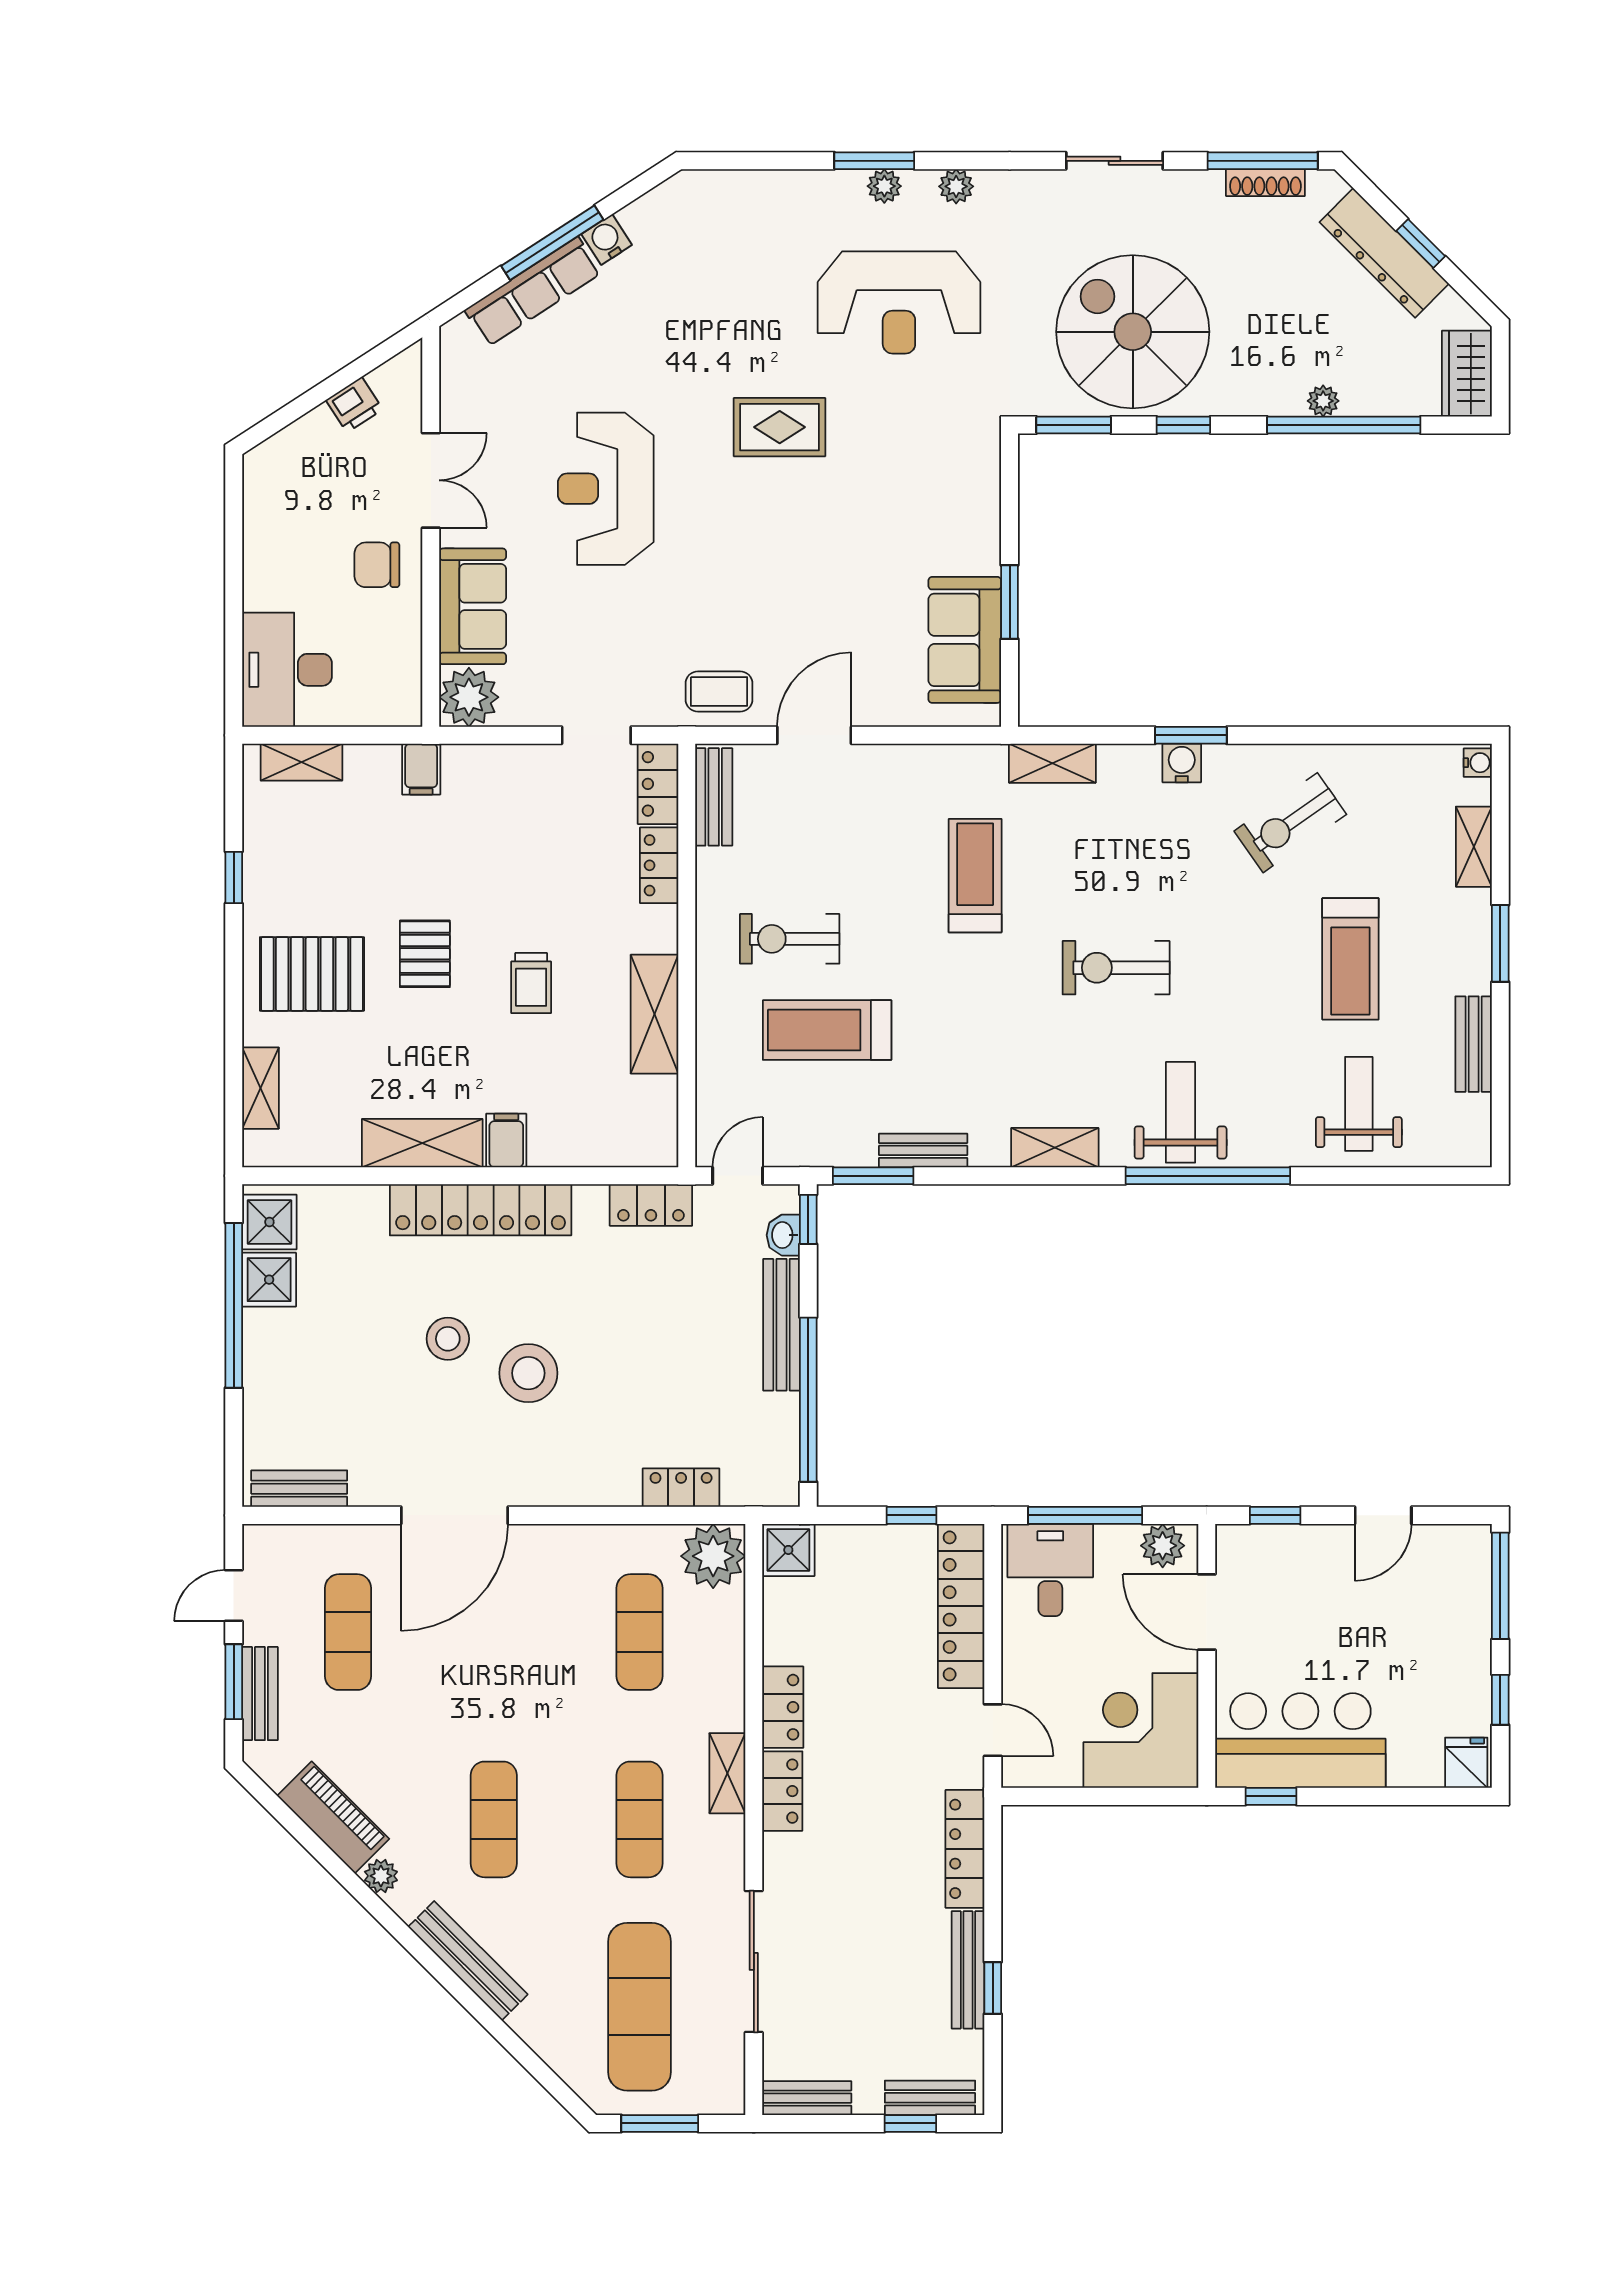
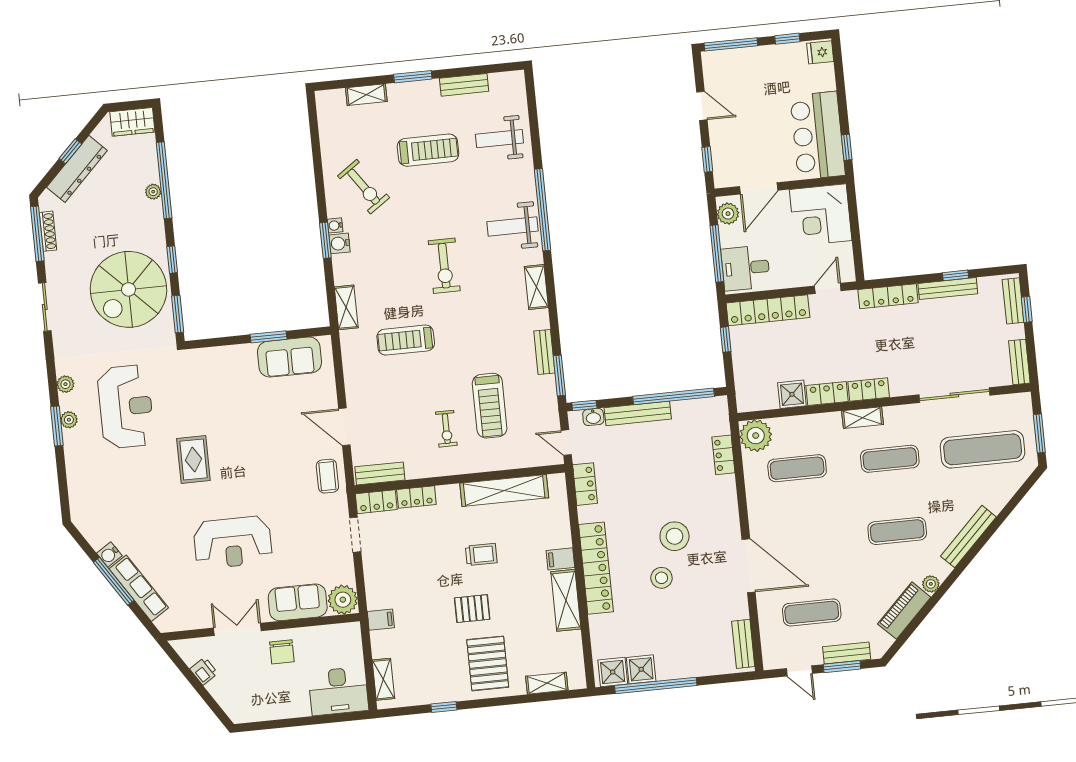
water cooler: (1478, 763) -> (335, 225), moved, turned -90
exercise bike: (790, 939) -> (446, 429), width x0.73, depth x0.72
shelving: (655, 1014) -> (504, 490), width x1.47
shower: (788, 1550) -> (792, 394), moved

